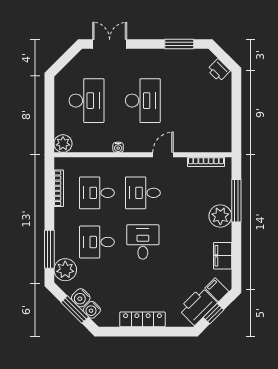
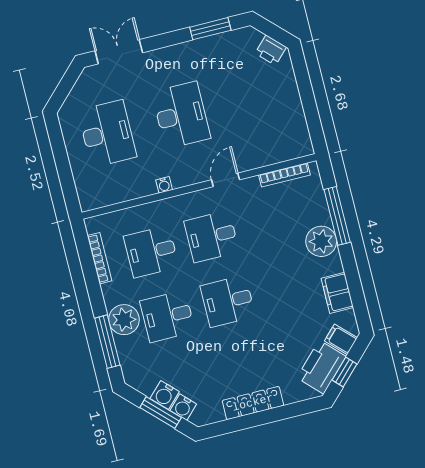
plant: (63, 144) -> (90, 198), removed
desk: (143, 242) -> (228, 301), turned -90
plant: (65, 270) -> (124, 320), moved

